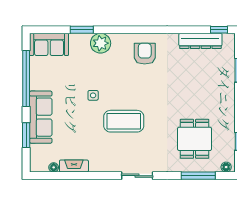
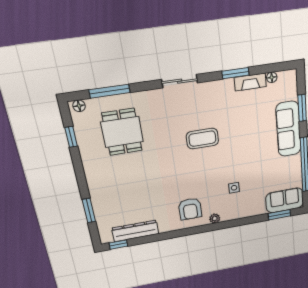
window: (82, 30) -> (279, 215), moved
plant: (101, 43) -> (215, 219), moved, width x0.53, depth x0.53
side table: (93, 95) -> (234, 188), moved
coffee table: (124, 121) -> (202, 139), width x0.73, depth x0.76
window: (87, 176) -> (236, 73), added

